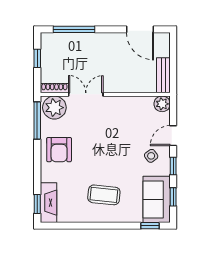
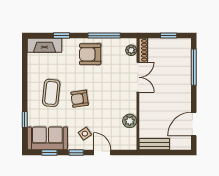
plant: (162, 104) -> (130, 121), moved
plant: (54, 108) -> (131, 50), width x0.53, depth x0.53
window: (37, 121) -> (104, 36), moved
armchair: (111, 162) -> (80, 99), added
window: (37, 204) -> (62, 36), moved
window: (150, 226) -> (25, 120), moved

